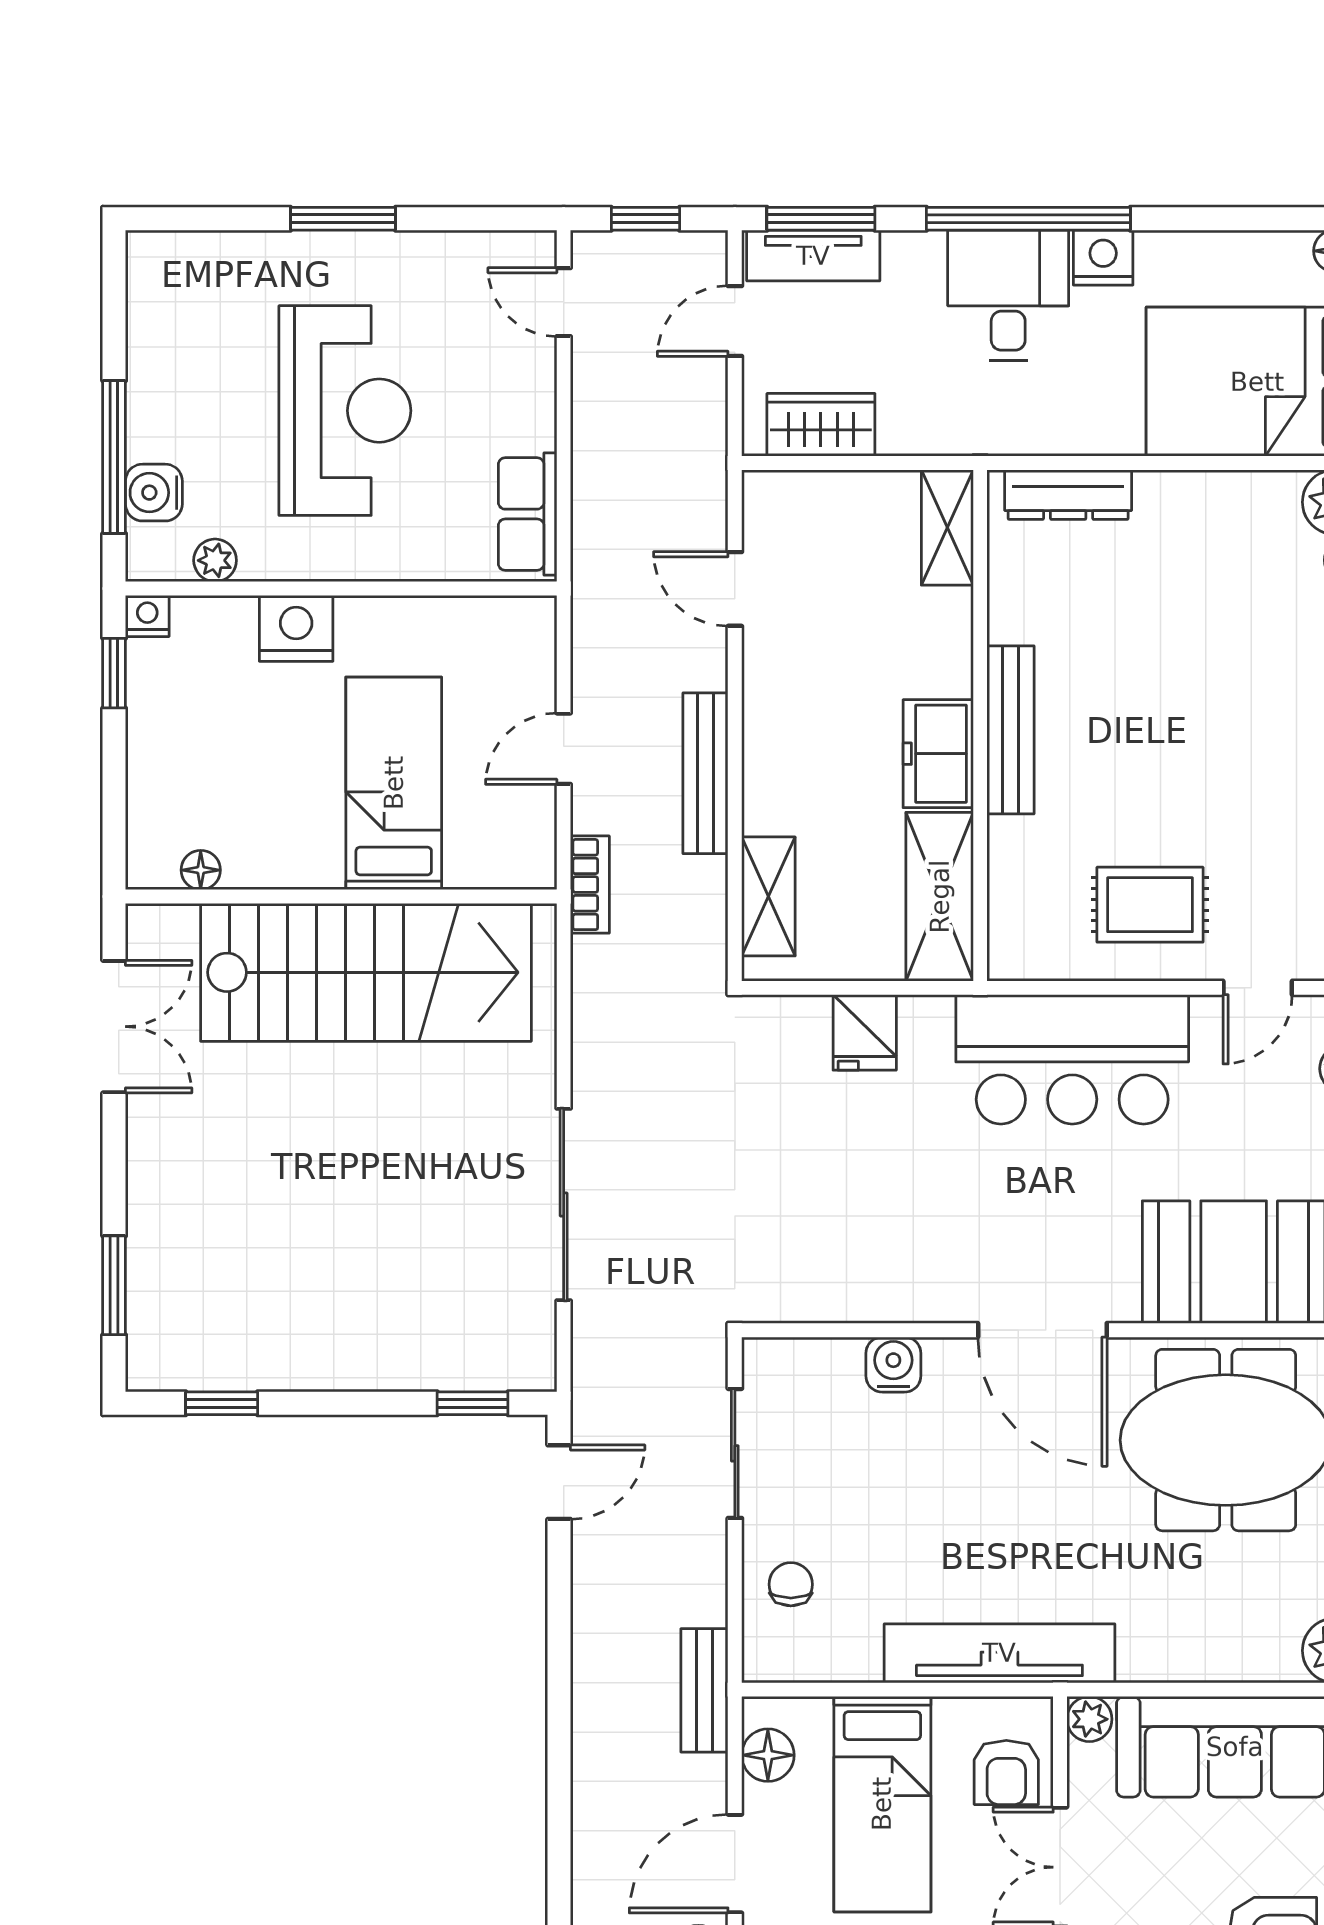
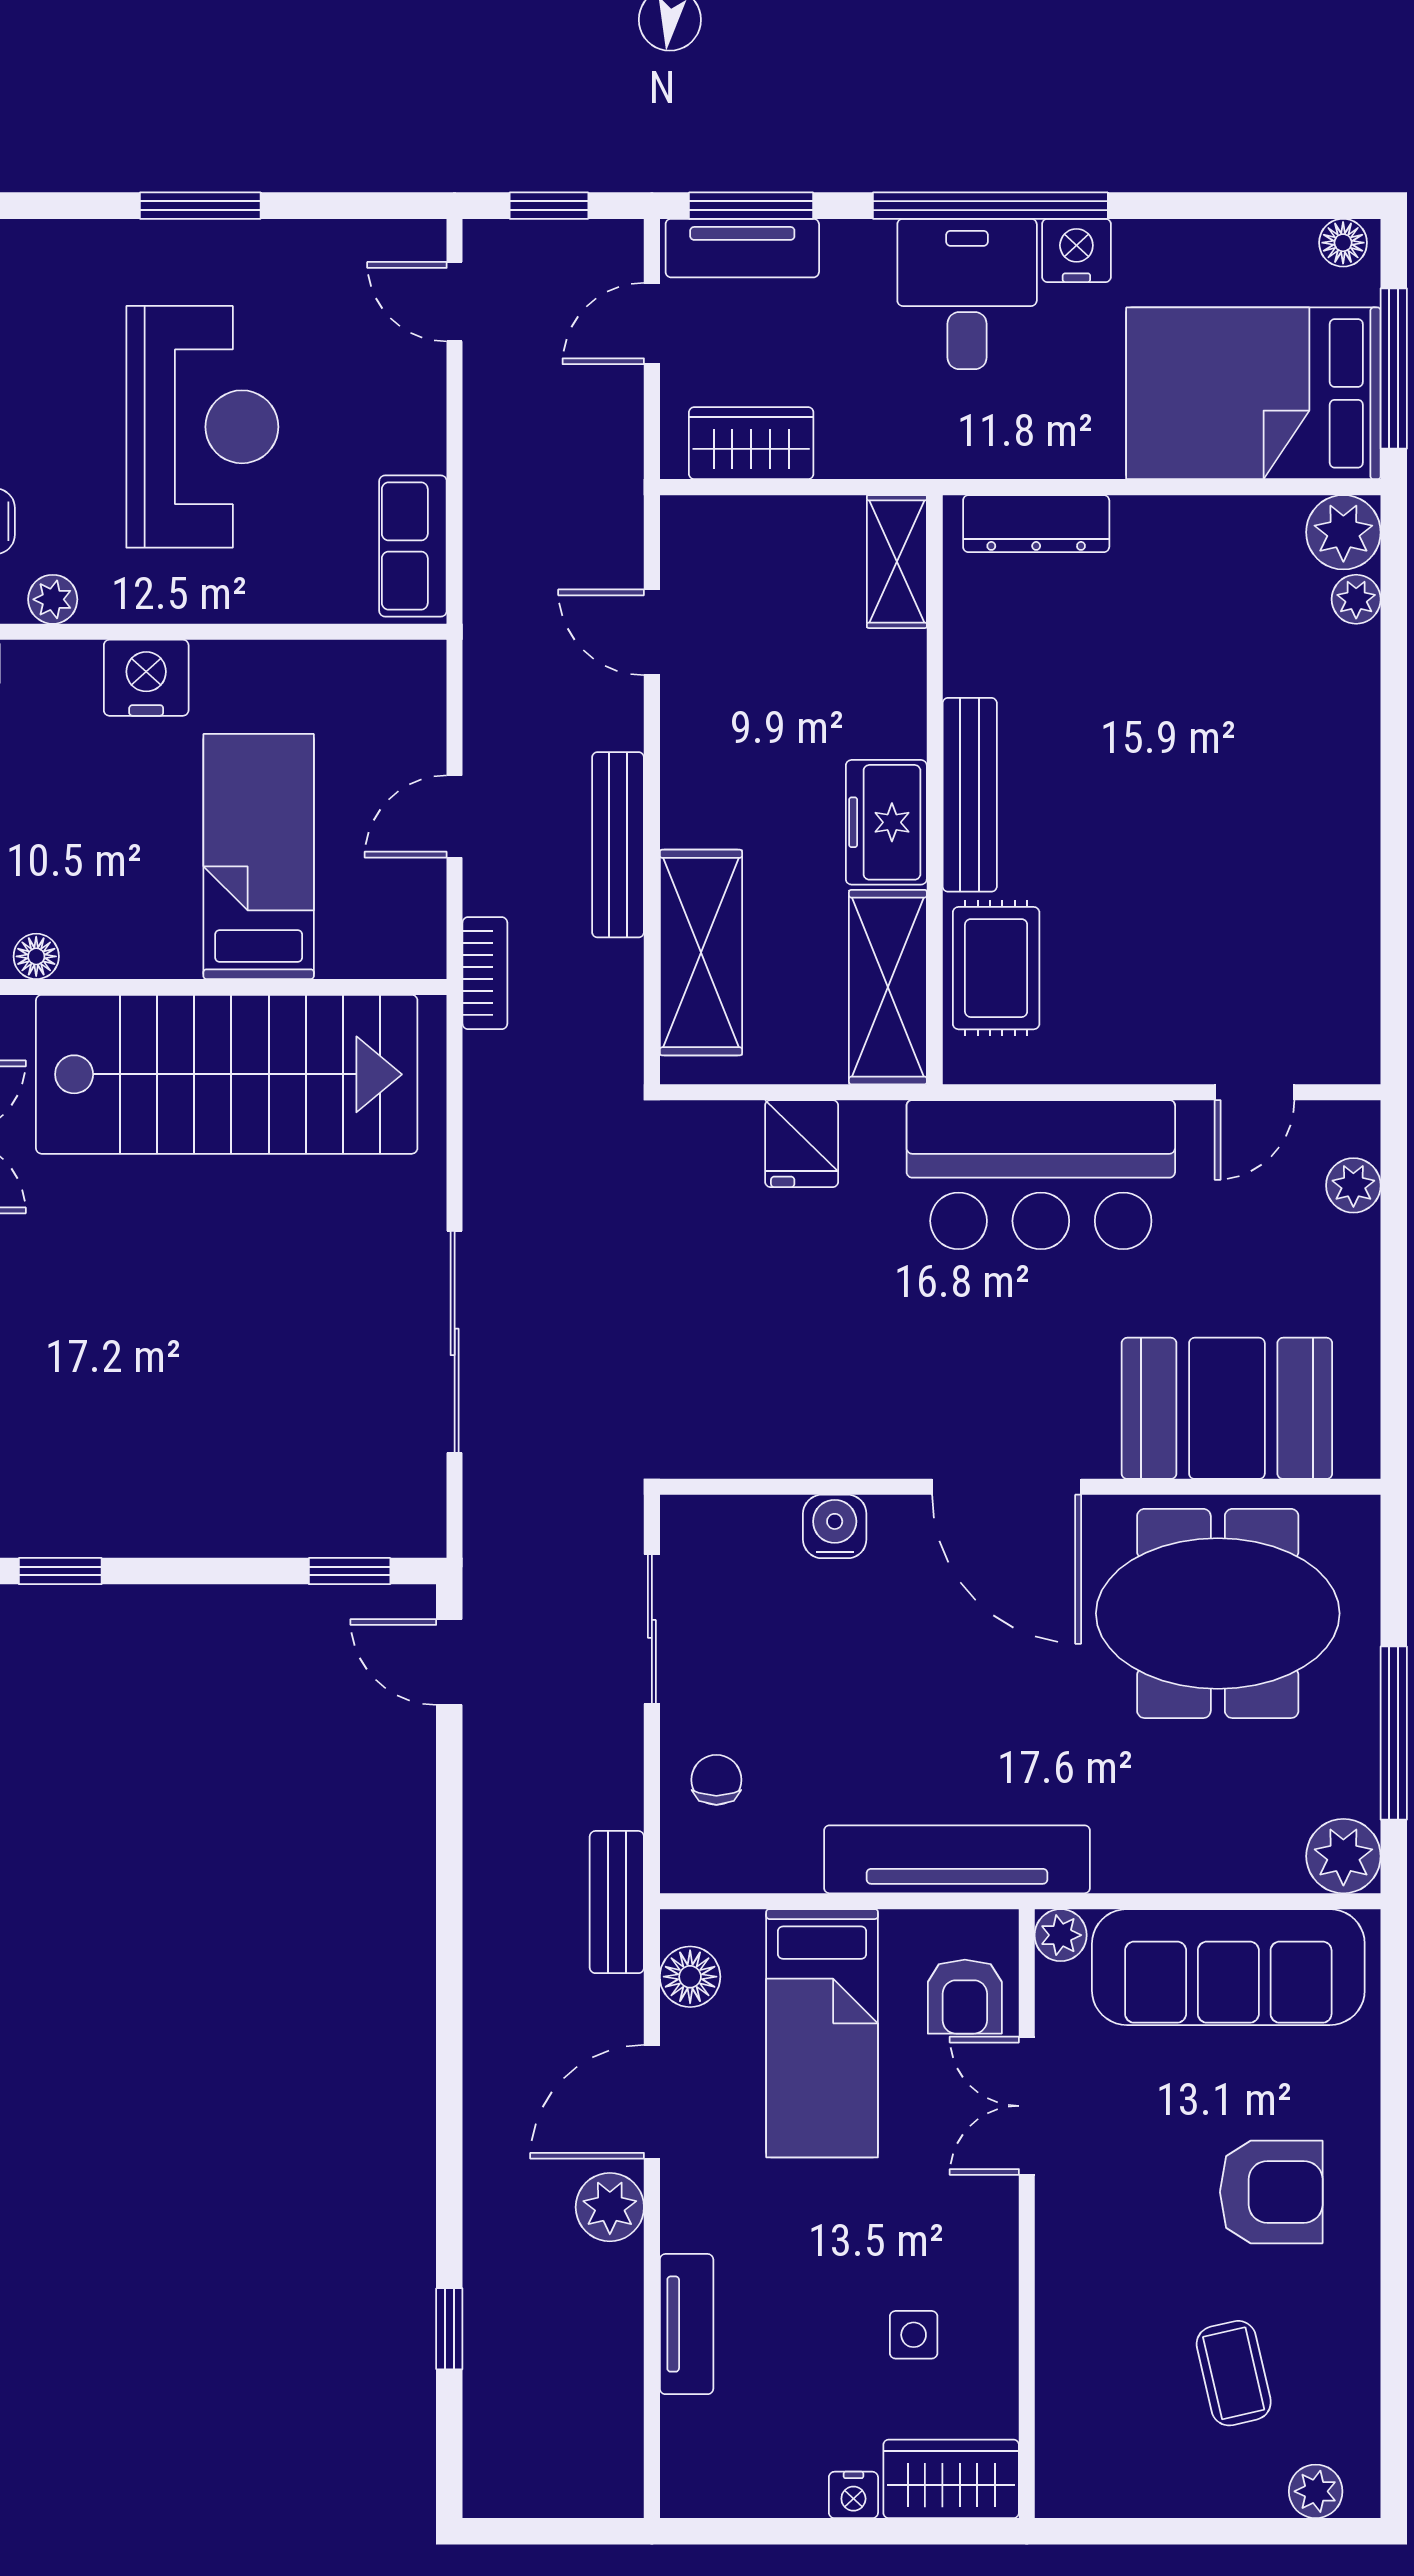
shelving: (768, 896) -> (701, 953), width x1.50, depth x1.33
rug: (1150, 905) -> (996, 968), moved, turned 90
door: (559, 1482) -> (449, 1662), swing flipped

